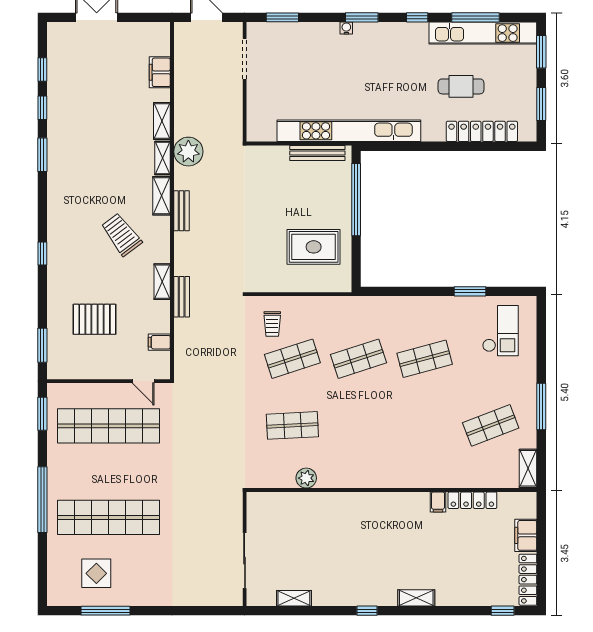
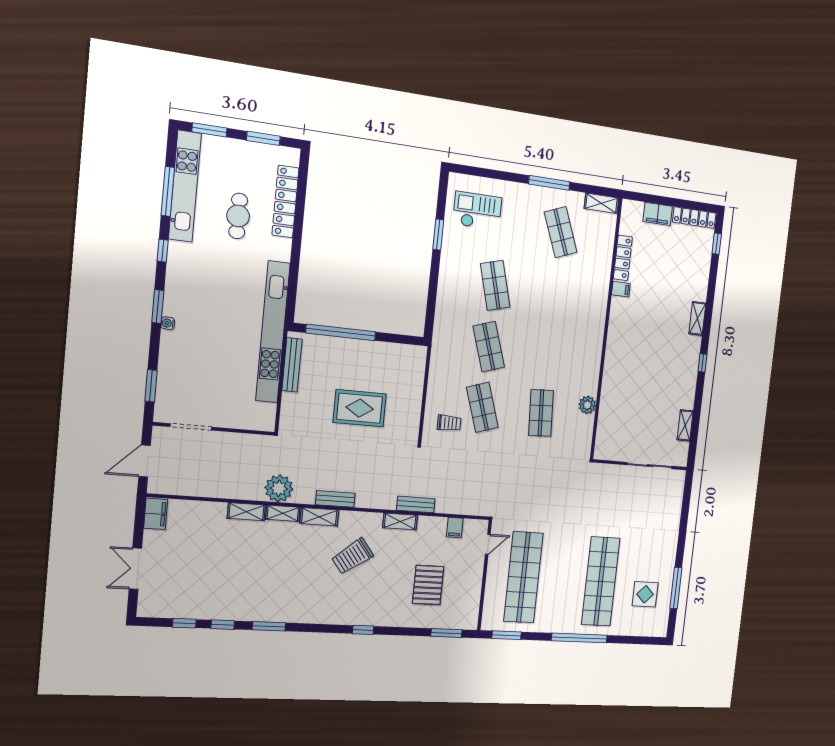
filing cabinet: (160, 72) -> (156, 514), moved, turned -90
rug: (314, 247) -> (360, 408), moved, turned 90

